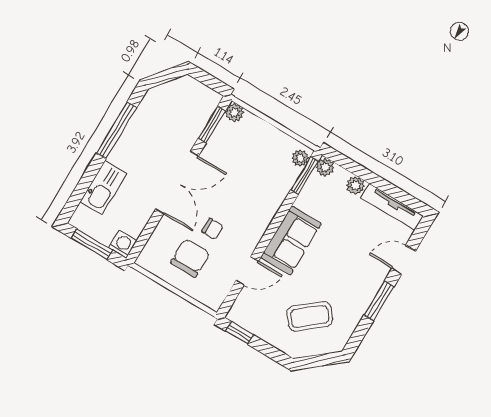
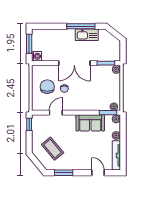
kitchen sink: (103, 188) -> (87, 35), moved
sofa: (291, 240) -> (90, 123), moved
chair: (190, 258) -> (47, 87), turned -90
door: (247, 271) -> (56, 113), swing flipped
window: (379, 301) -> (64, 173), moved

